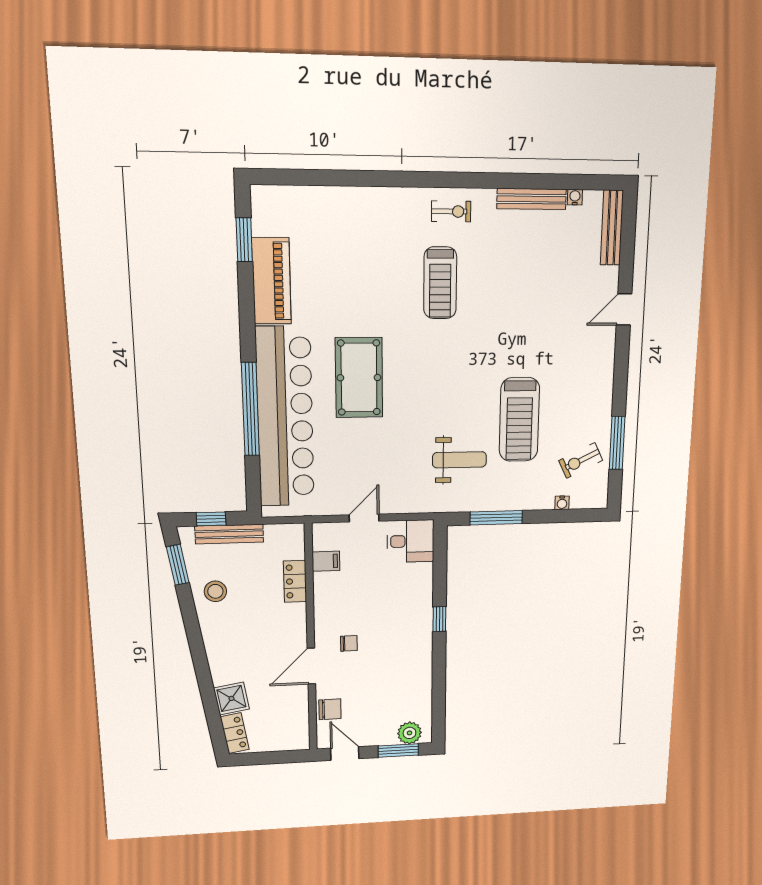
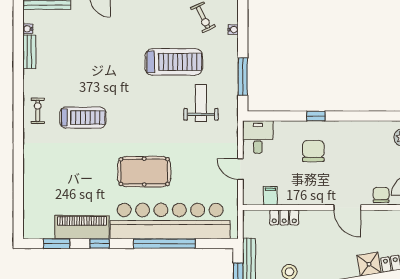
bench: (532, 199) -> (29, 52), width x0.73
window: (247, 309) -> (100, 244), added
chair: (349, 643) -> (313, 151), moved, width x1.87, depth x1.87

